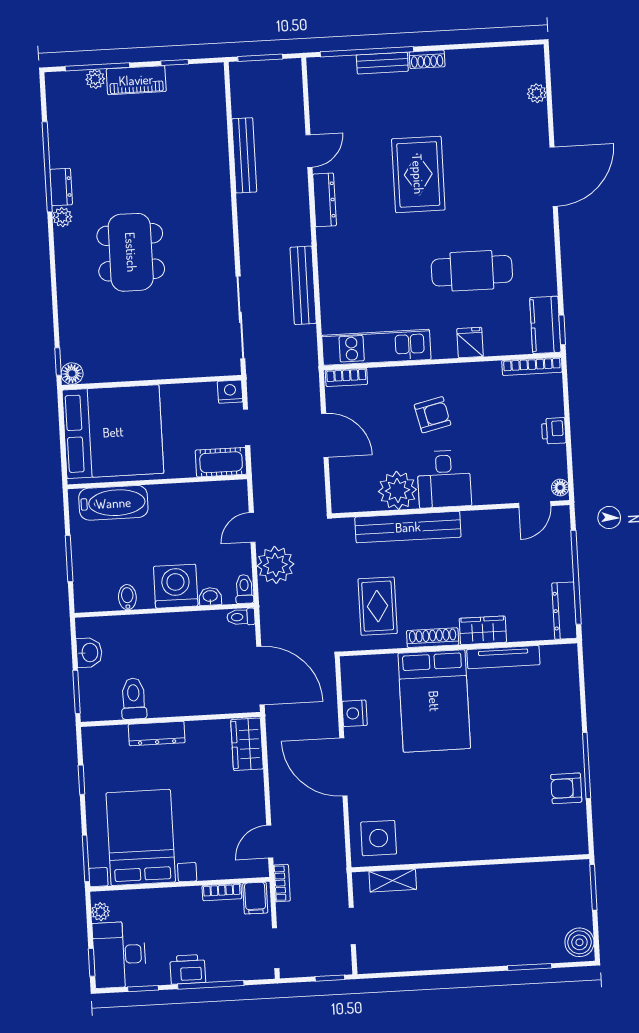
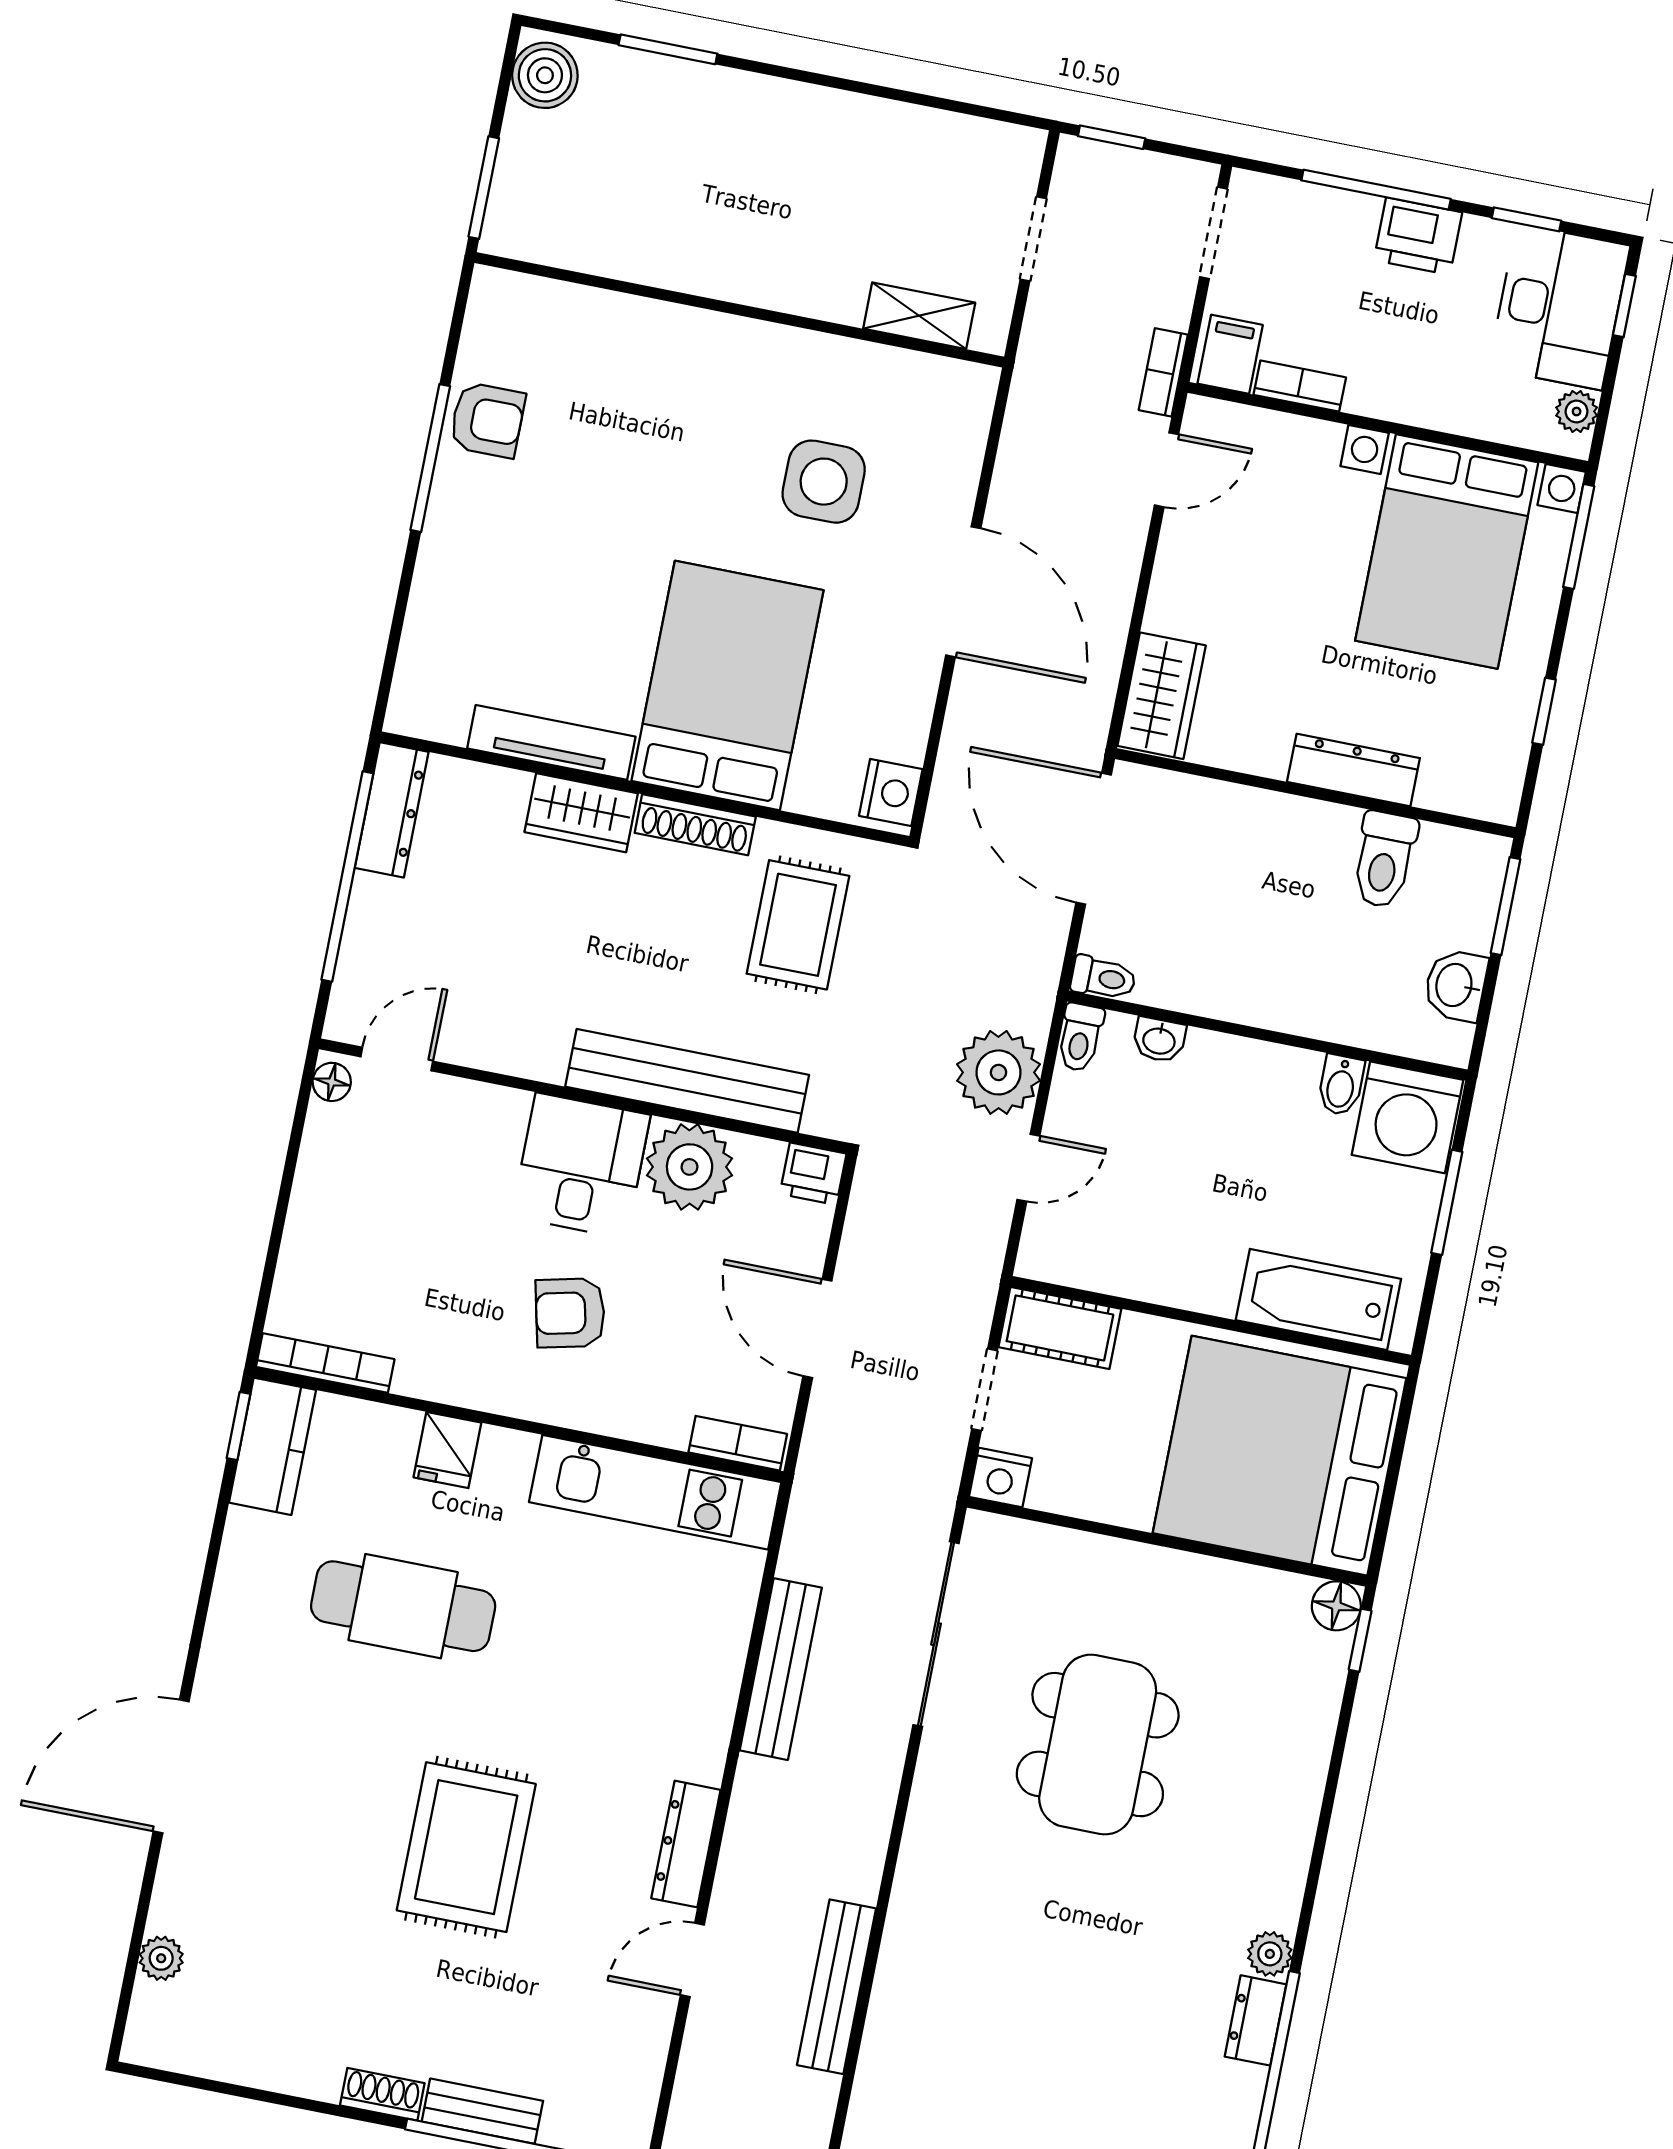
dining table: (131, 252) -> (1098, 1745), moved
printer: (554, 431) -> (813, 1174), moved, turned 90
washing machine: (176, 586) -> (1407, 1117), moved
nightstand: (355, 713) -> (891, 792), moved
side table: (379, 838) -> (824, 482), moved

